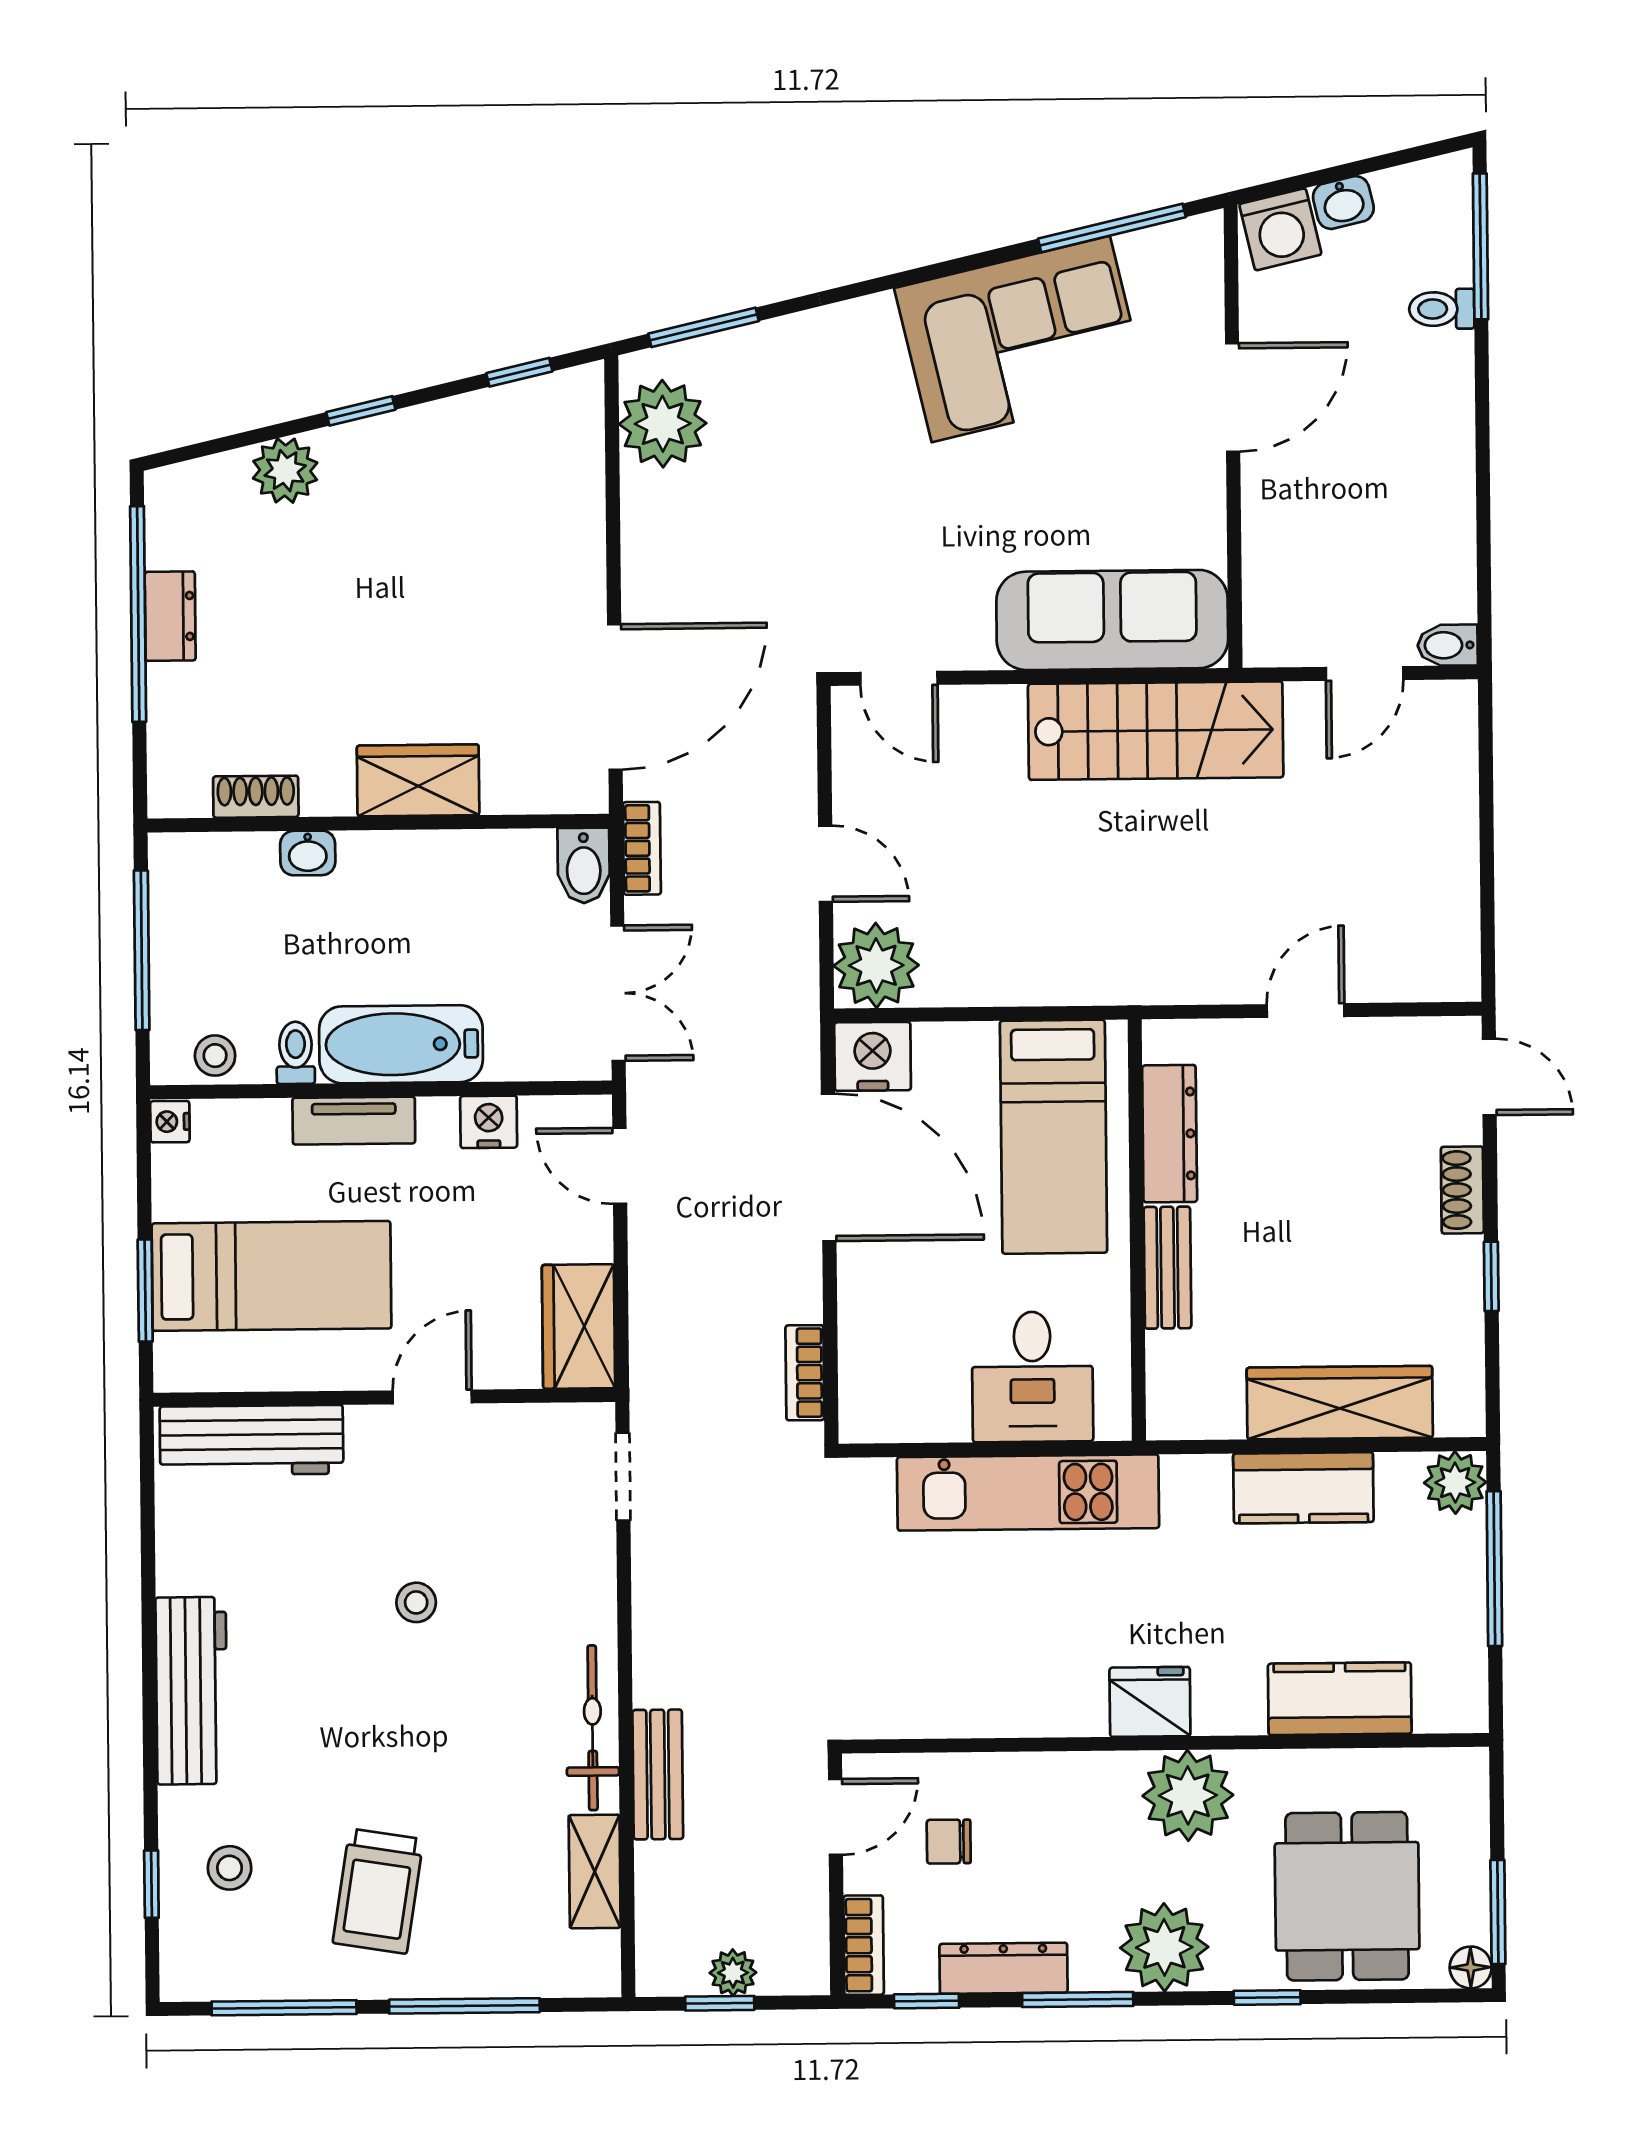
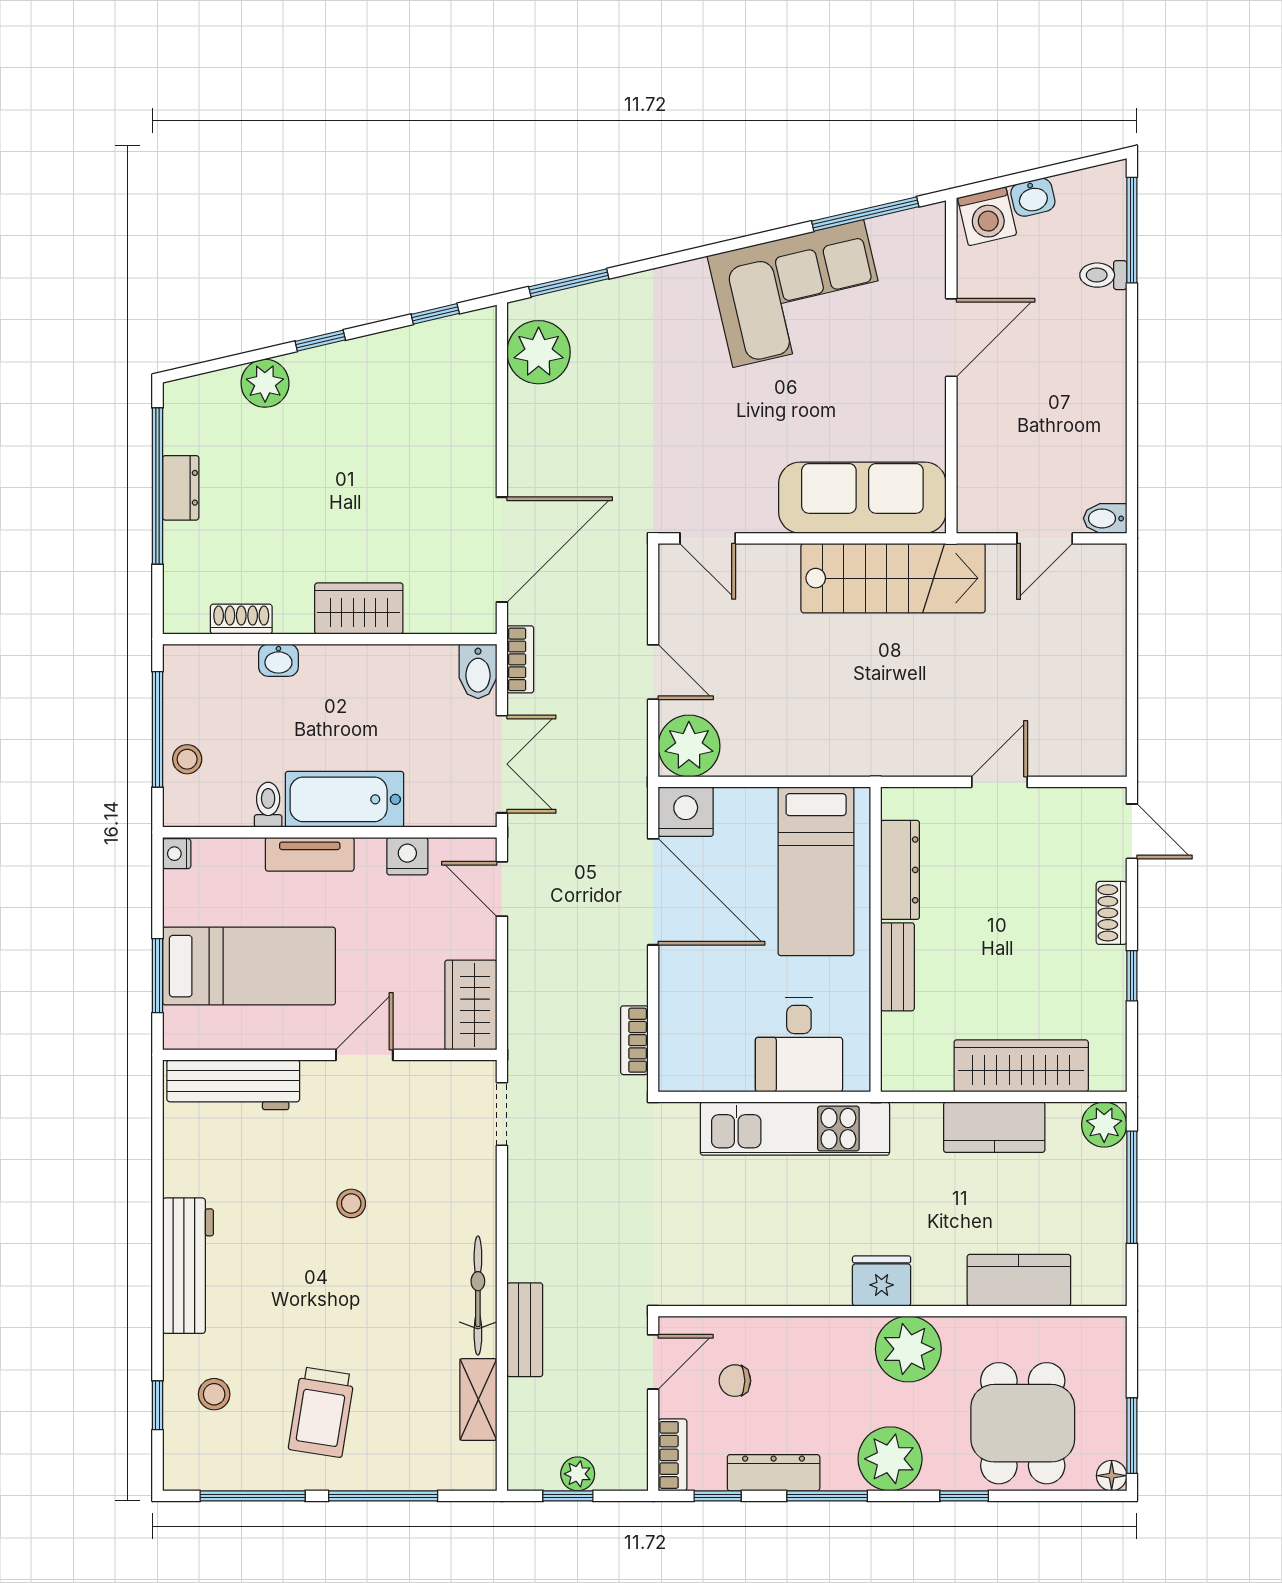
stool: (215, 1056) -> (187, 759), moved

